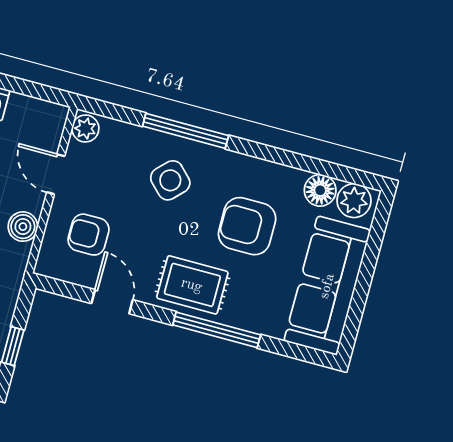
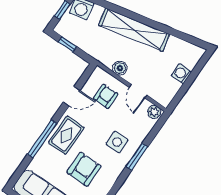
window: (186, 131) -> (137, 157), width x0.69
door: (56, 174) -> (138, 91), swing flipped
side table: (170, 180) -> (117, 142), turned 45

